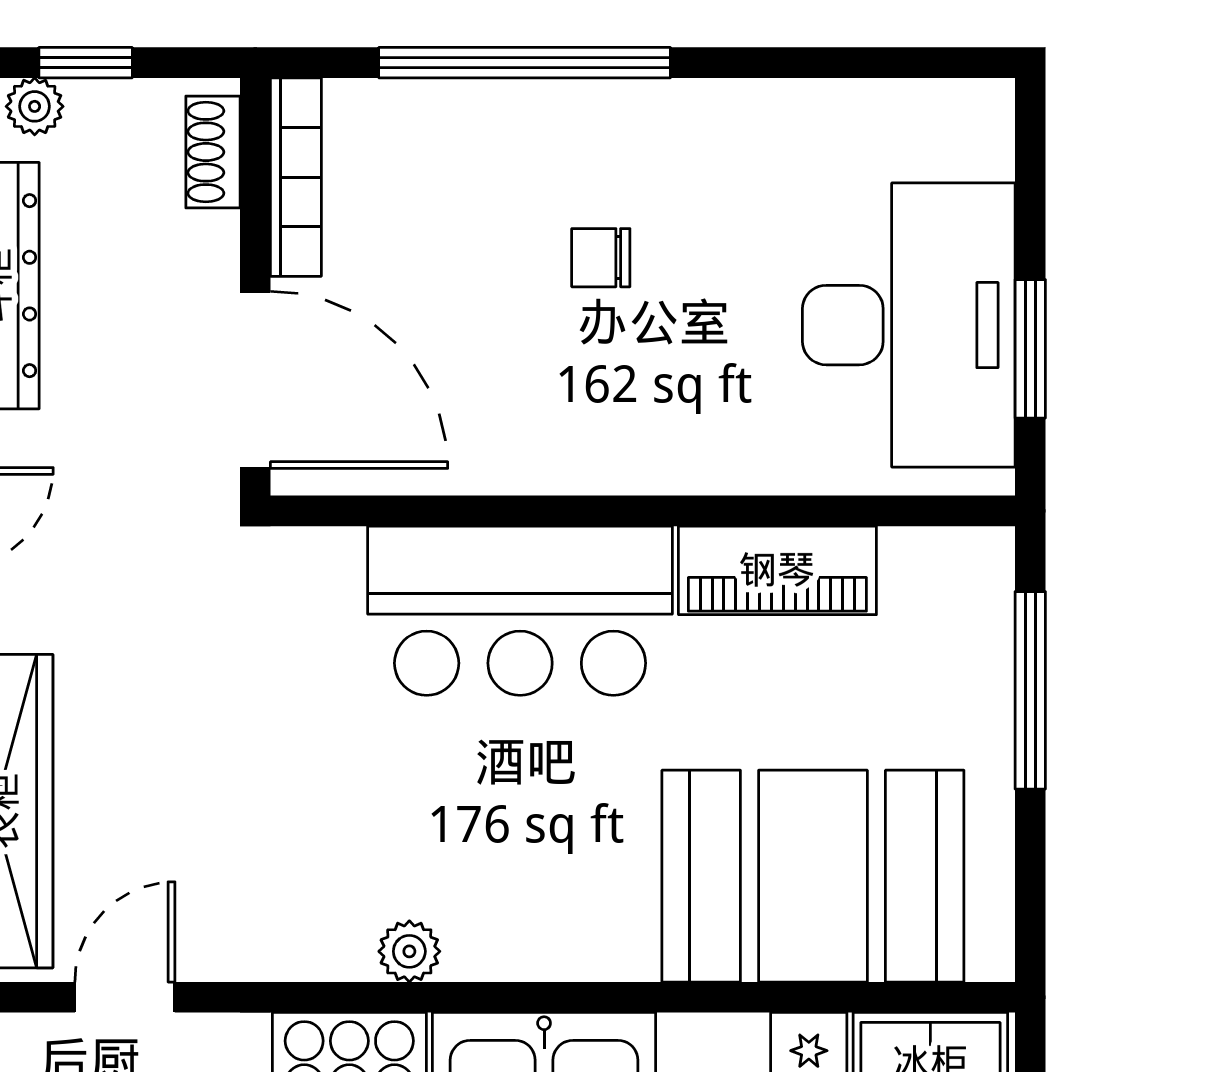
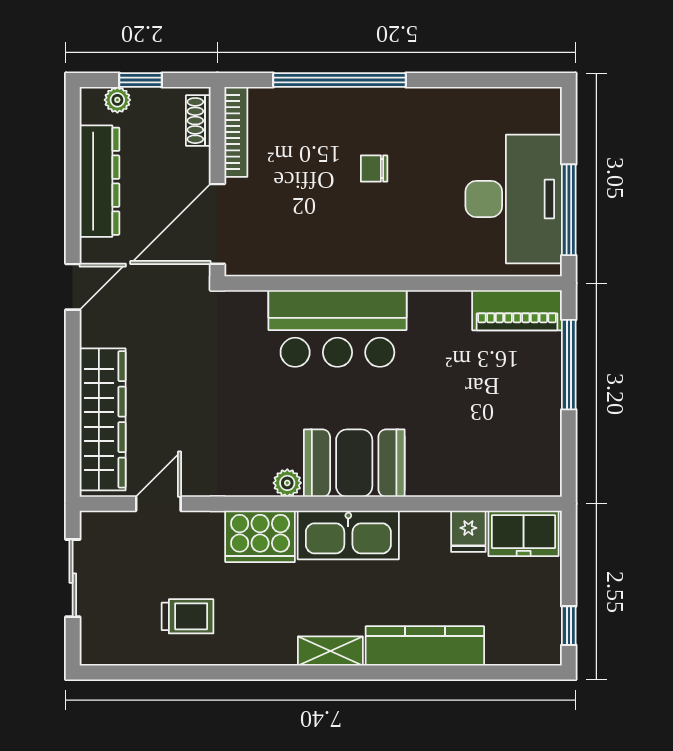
window: (1030, 349) -> (569, 210), width x1.44
door: (255, 380) -> (217, 224), swing flipped
piano: (777, 570) -> (517, 310), moved
booth: (813, 876) -> (354, 463), moved, width x0.73, depth x0.70

